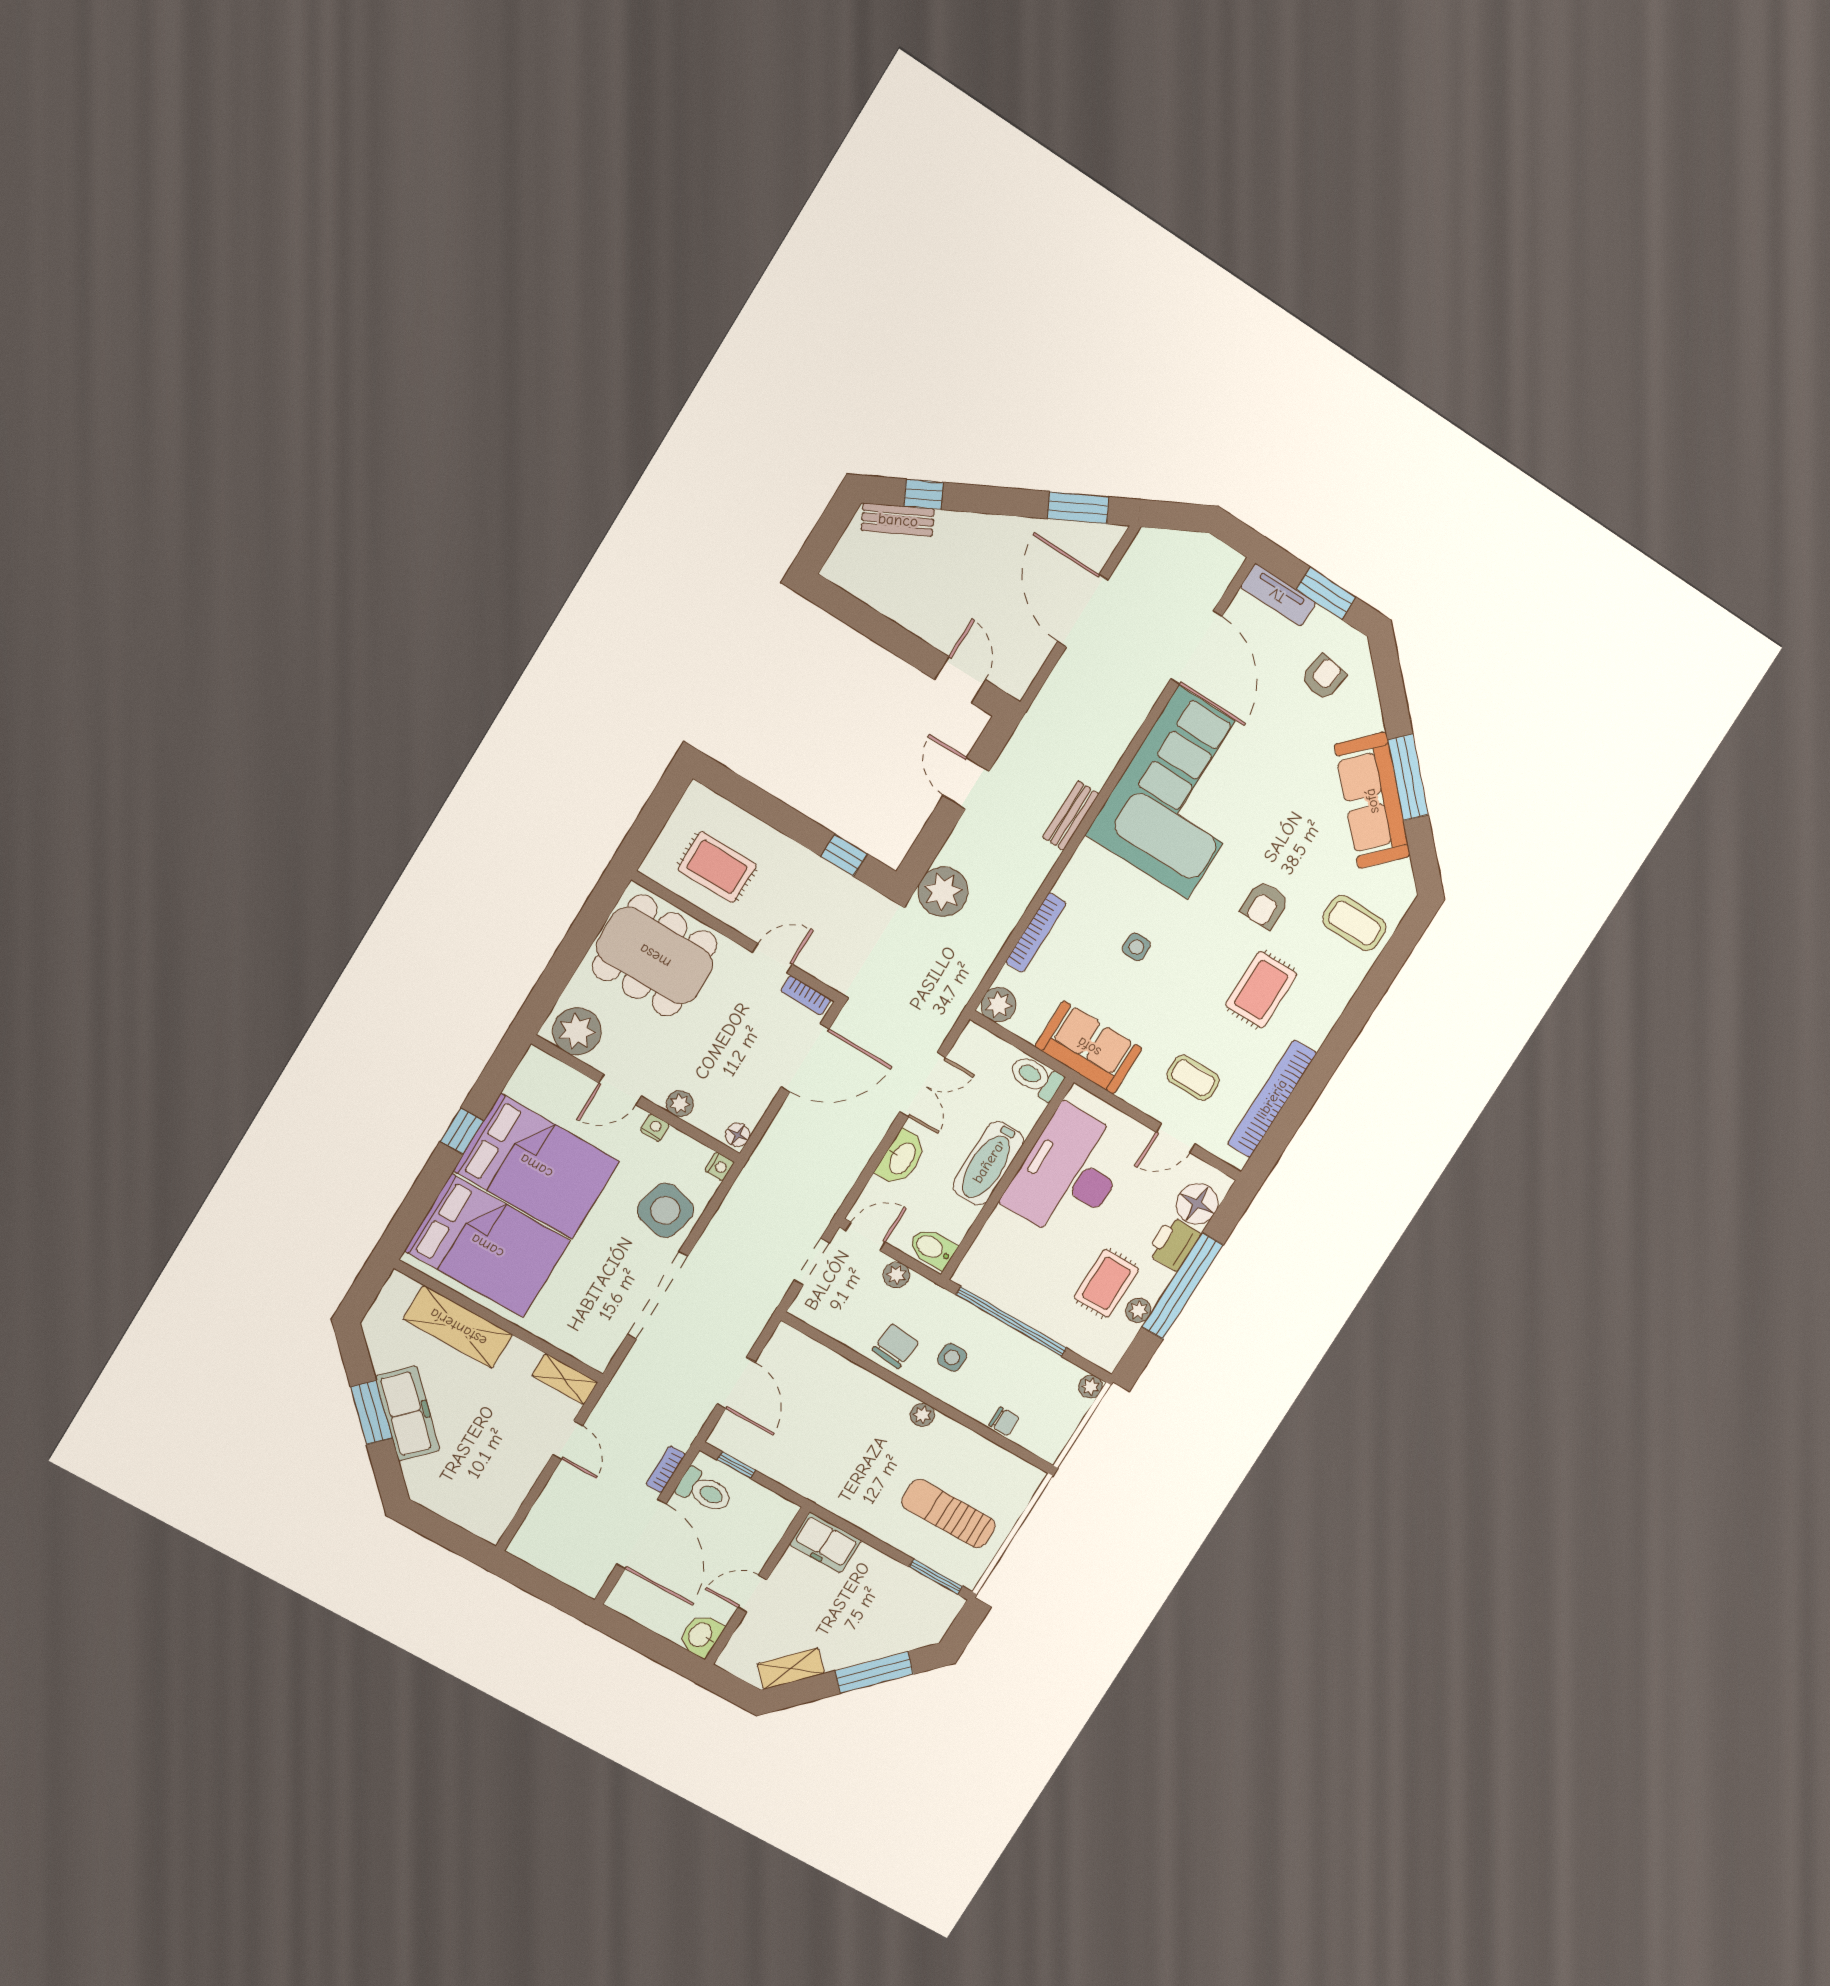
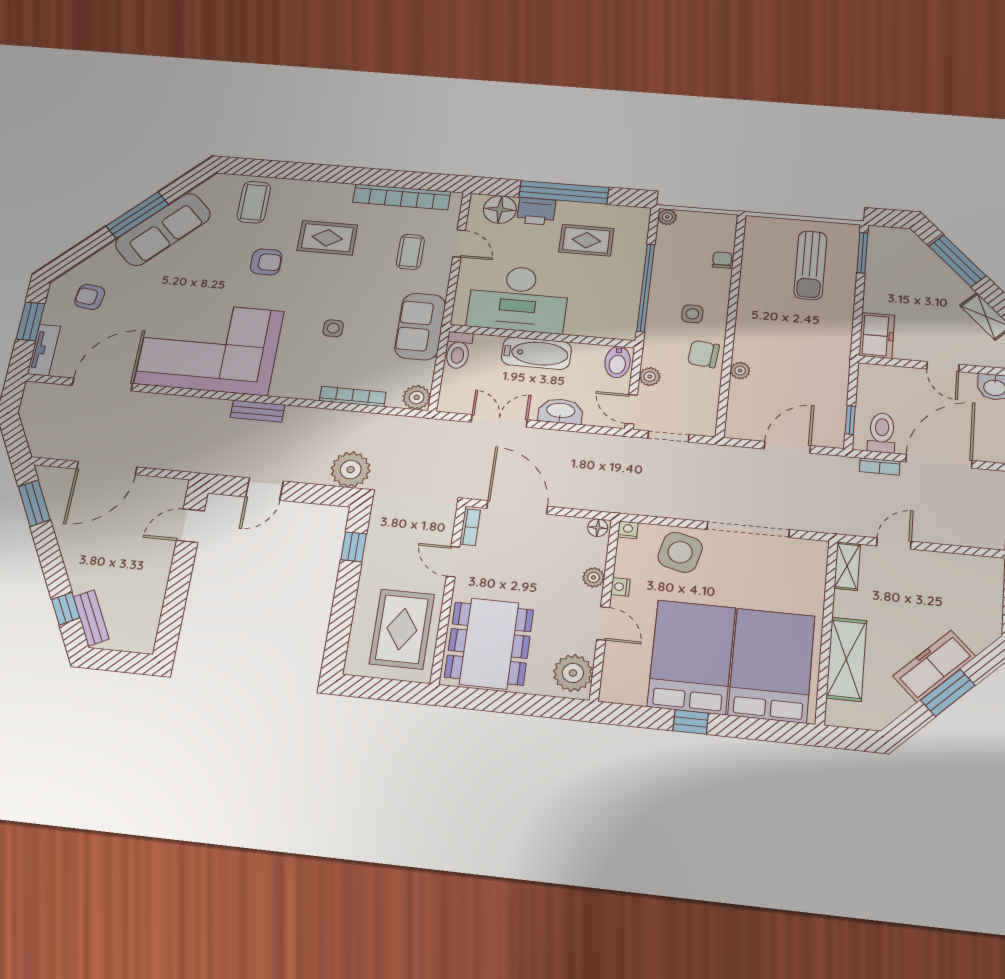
rug: (717, 867) -> (402, 629), width x1.36, depth x1.43
plant: (1138, 1310) -> (596, 212), removed
plant: (922, 1415) -> (740, 371), moved

